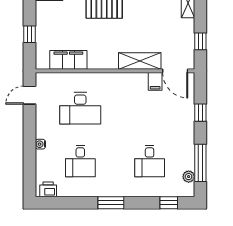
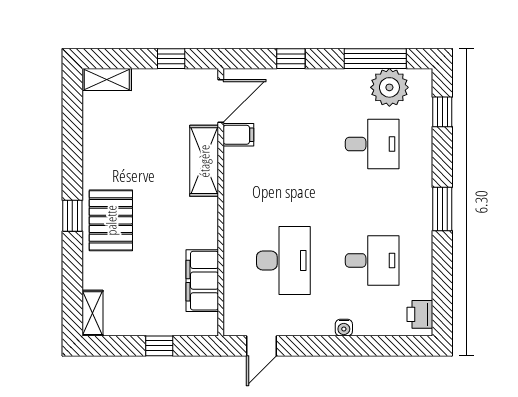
door: (29, 95) -> (262, 346), hinge flipped
plant: (189, 177) -> (389, 87), width x1.87, depth x1.87

